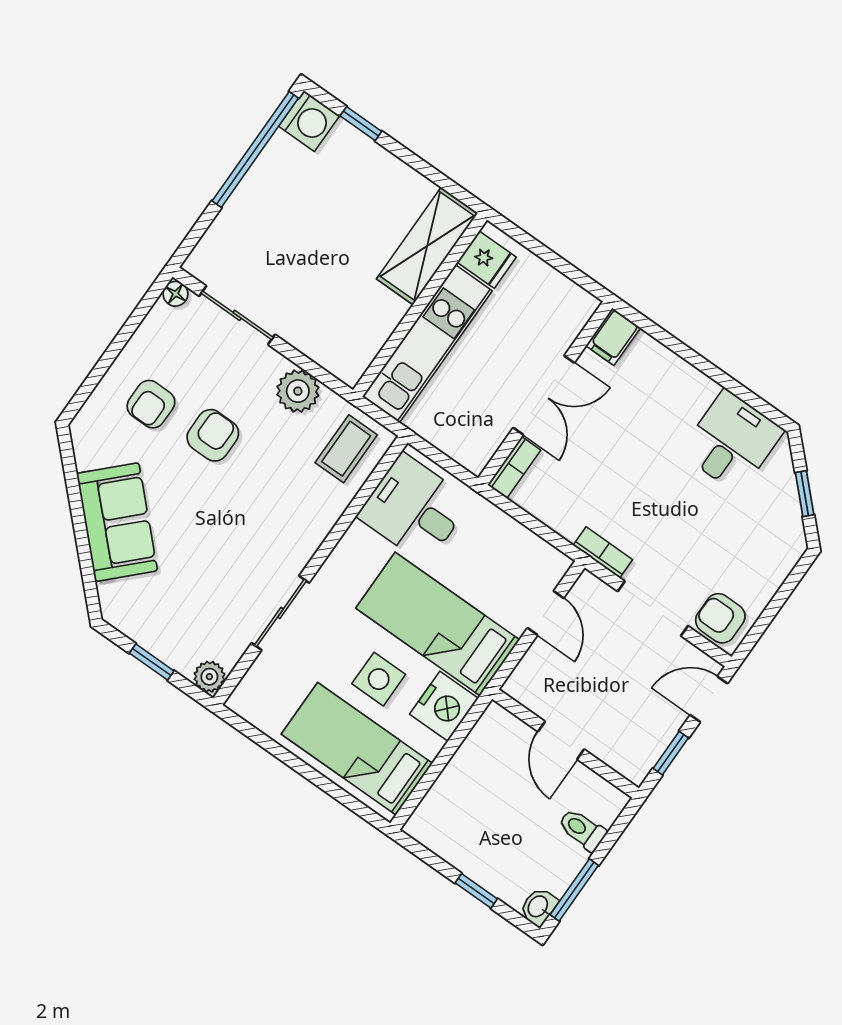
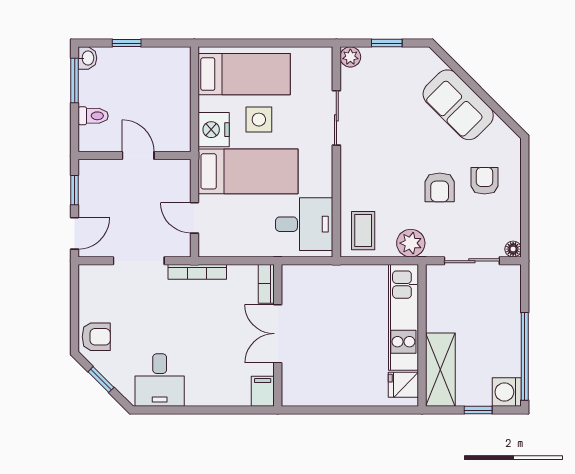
shelving: (427, 246) -> (440, 370), moved
fridge: (487, 260) -> (403, 385), moved
wall: (420, 305) -> (422, 335), moved
kitchen unit: (427, 344) -> (403, 317), moved
bookcase: (603, 552) -> (197, 272), width x1.56
armchair: (720, 618) -> (96, 337), moved

